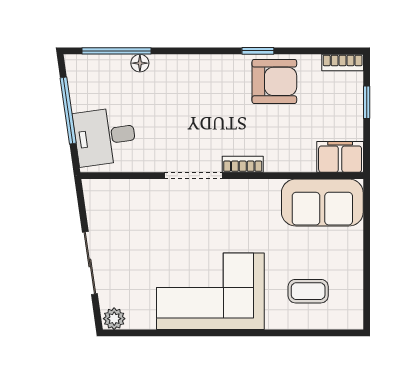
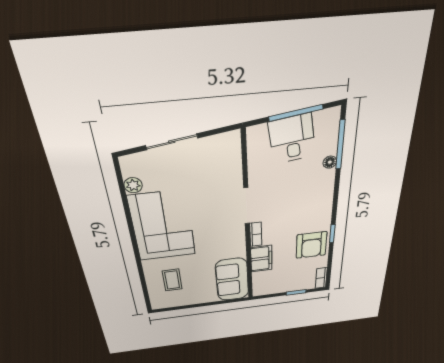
desk: (105, 137) -> (292, 139), moved
filing cabinet: (340, 157) -> (261, 259), moved
plant: (114, 319) -> (133, 185), moved

